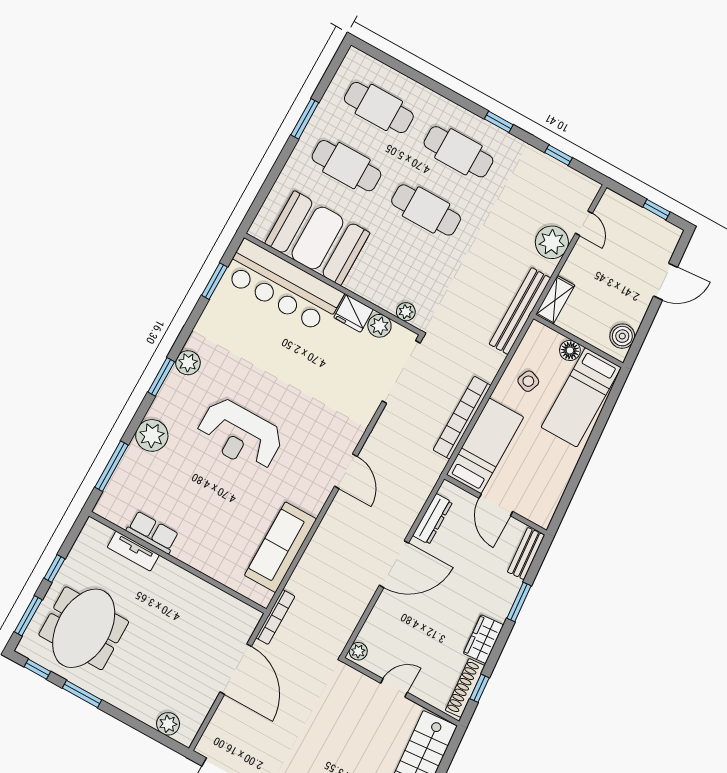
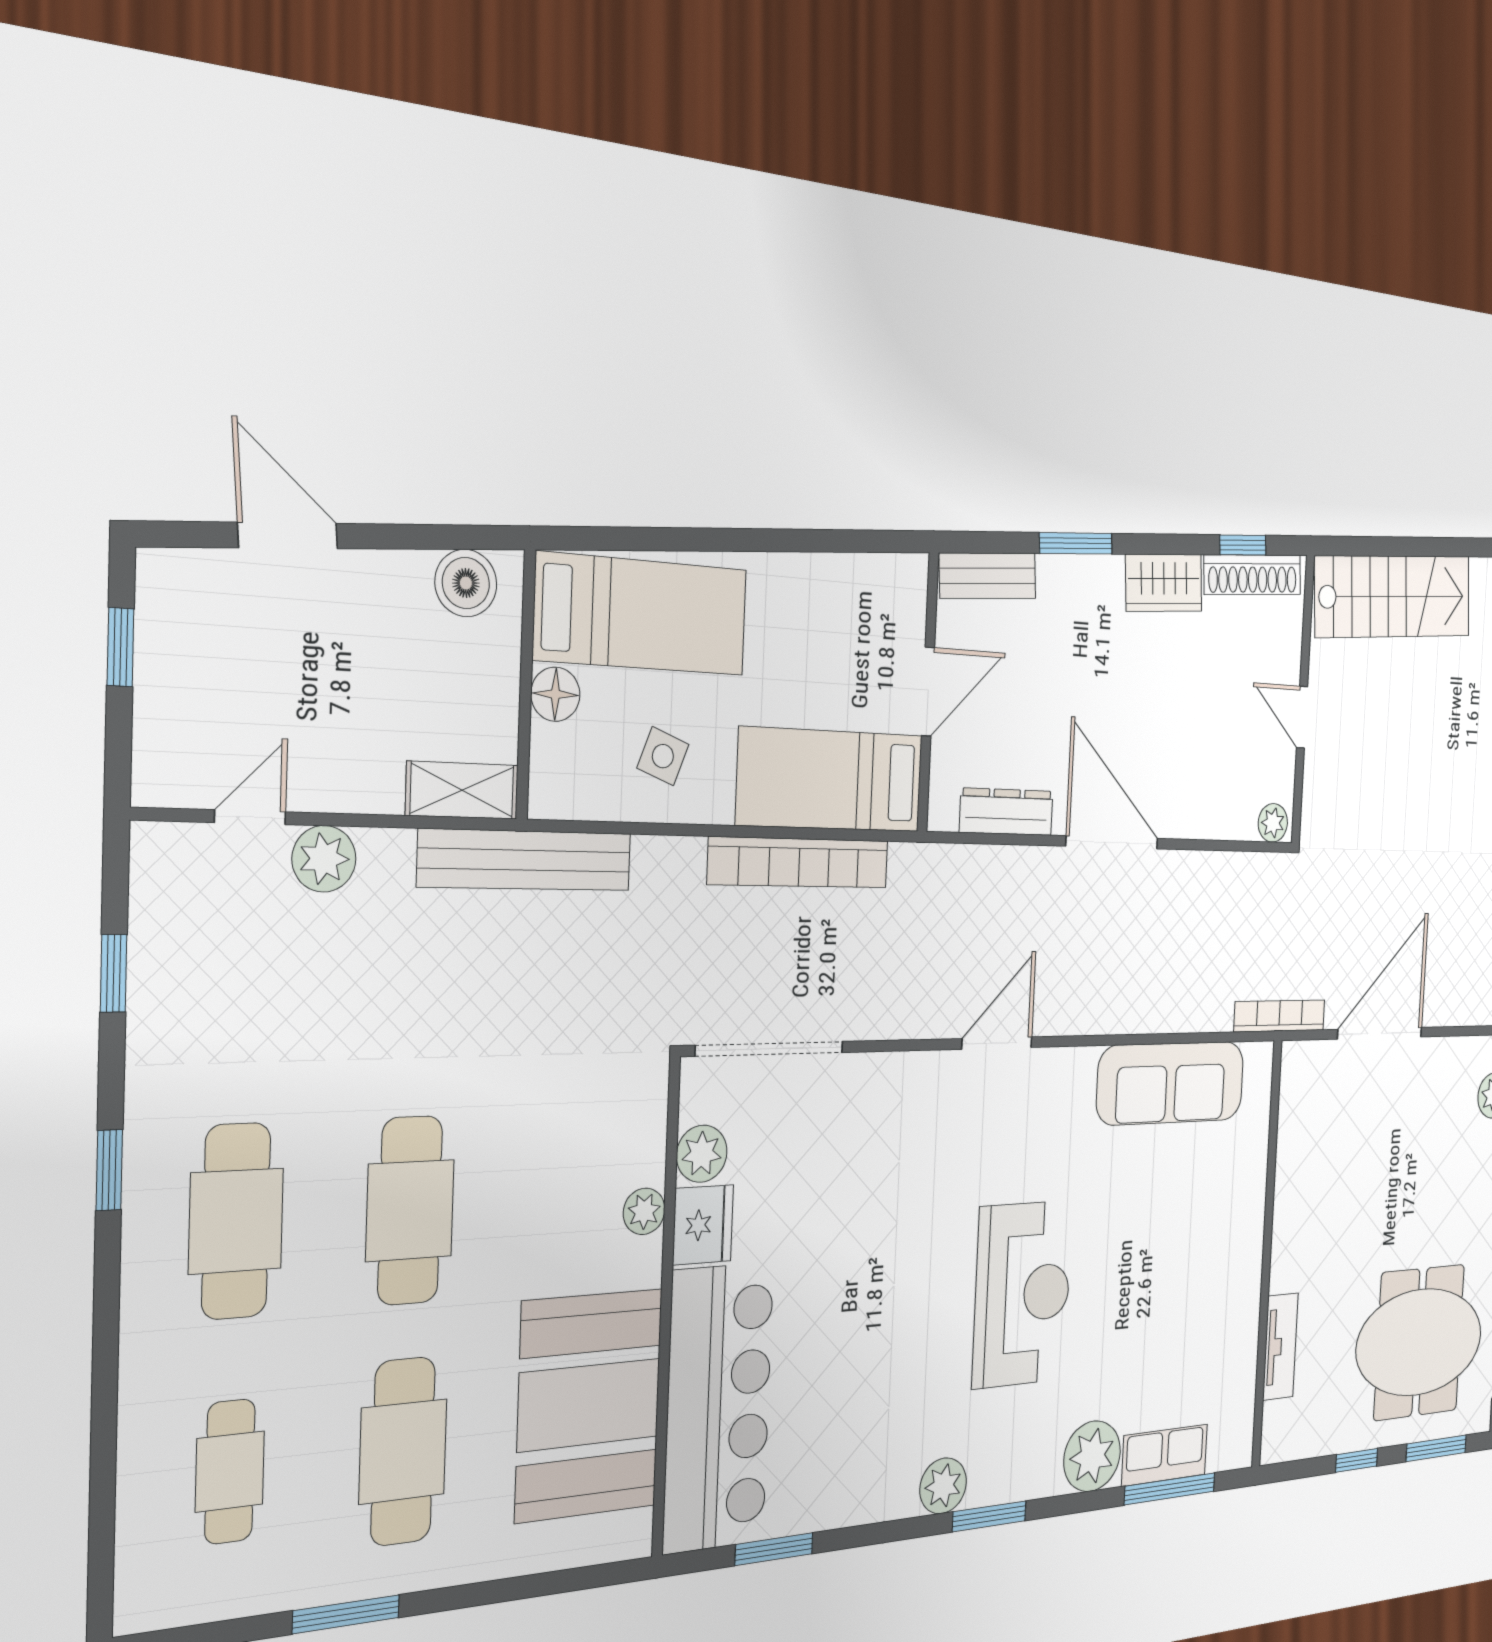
cafe table: (379, 107) -> (230, 1472), width x0.73, depth x0.74
plant: (552, 242) -> (324, 859), width x0.73, depth x0.73
plant: (406, 312) -> (644, 1211), moved
row of seats: (153, 532) -> (1165, 1455), moved, turned 90

